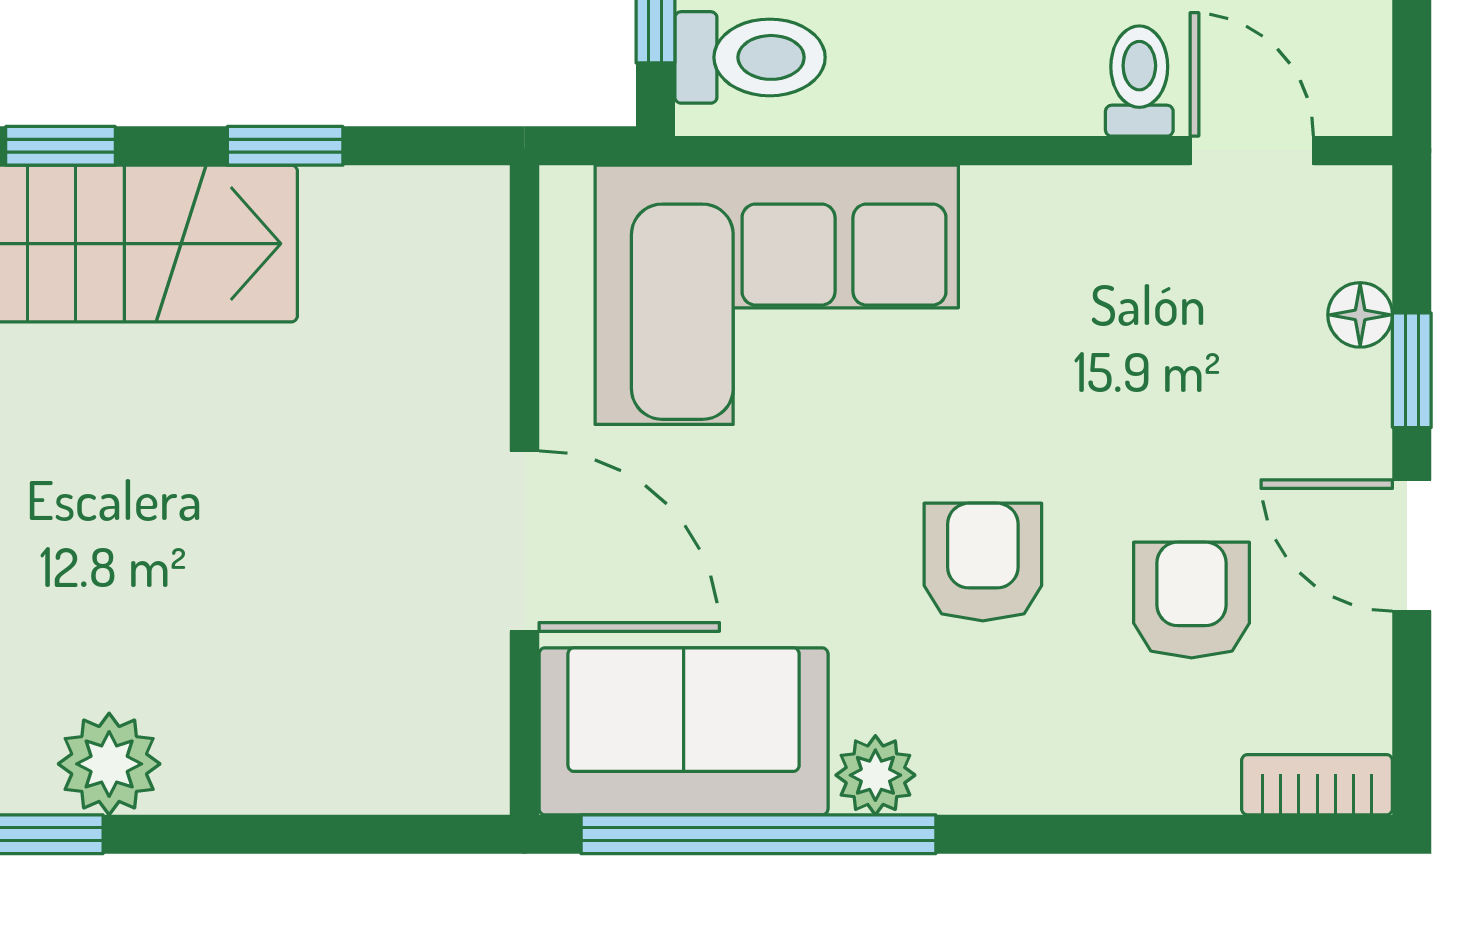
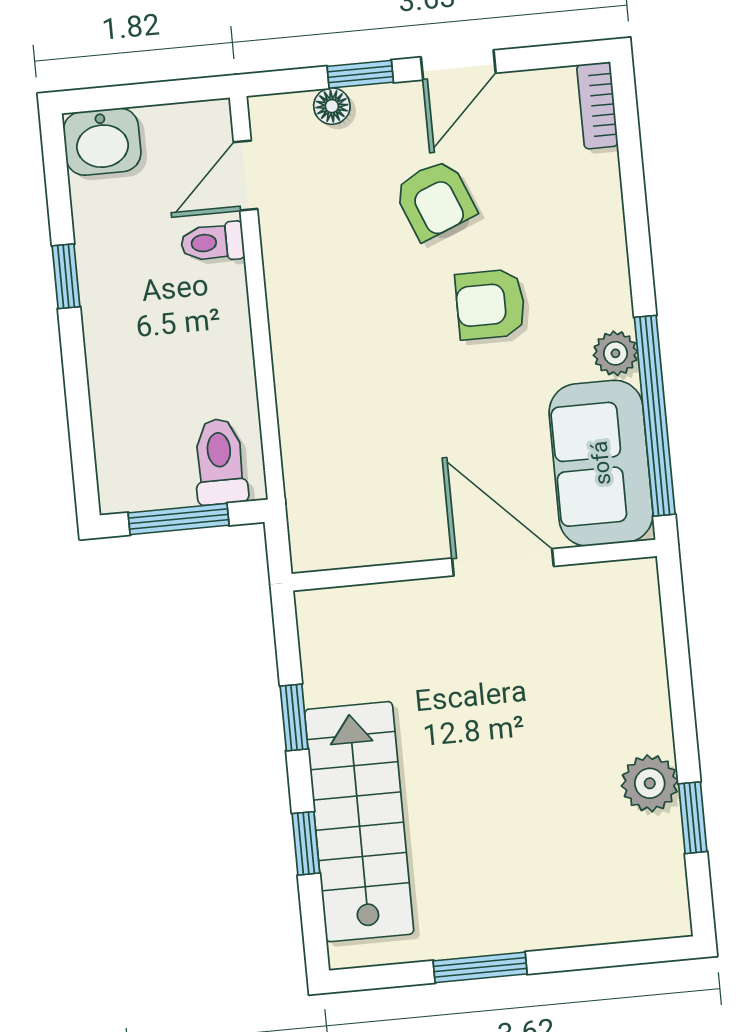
corner sofa: (777, 295) -> (352, 434), removed
door: (525, 541) -> (503, 562), hinge flipped
armchair: (1192, 600) -> (435, 200), moved, turned -112

